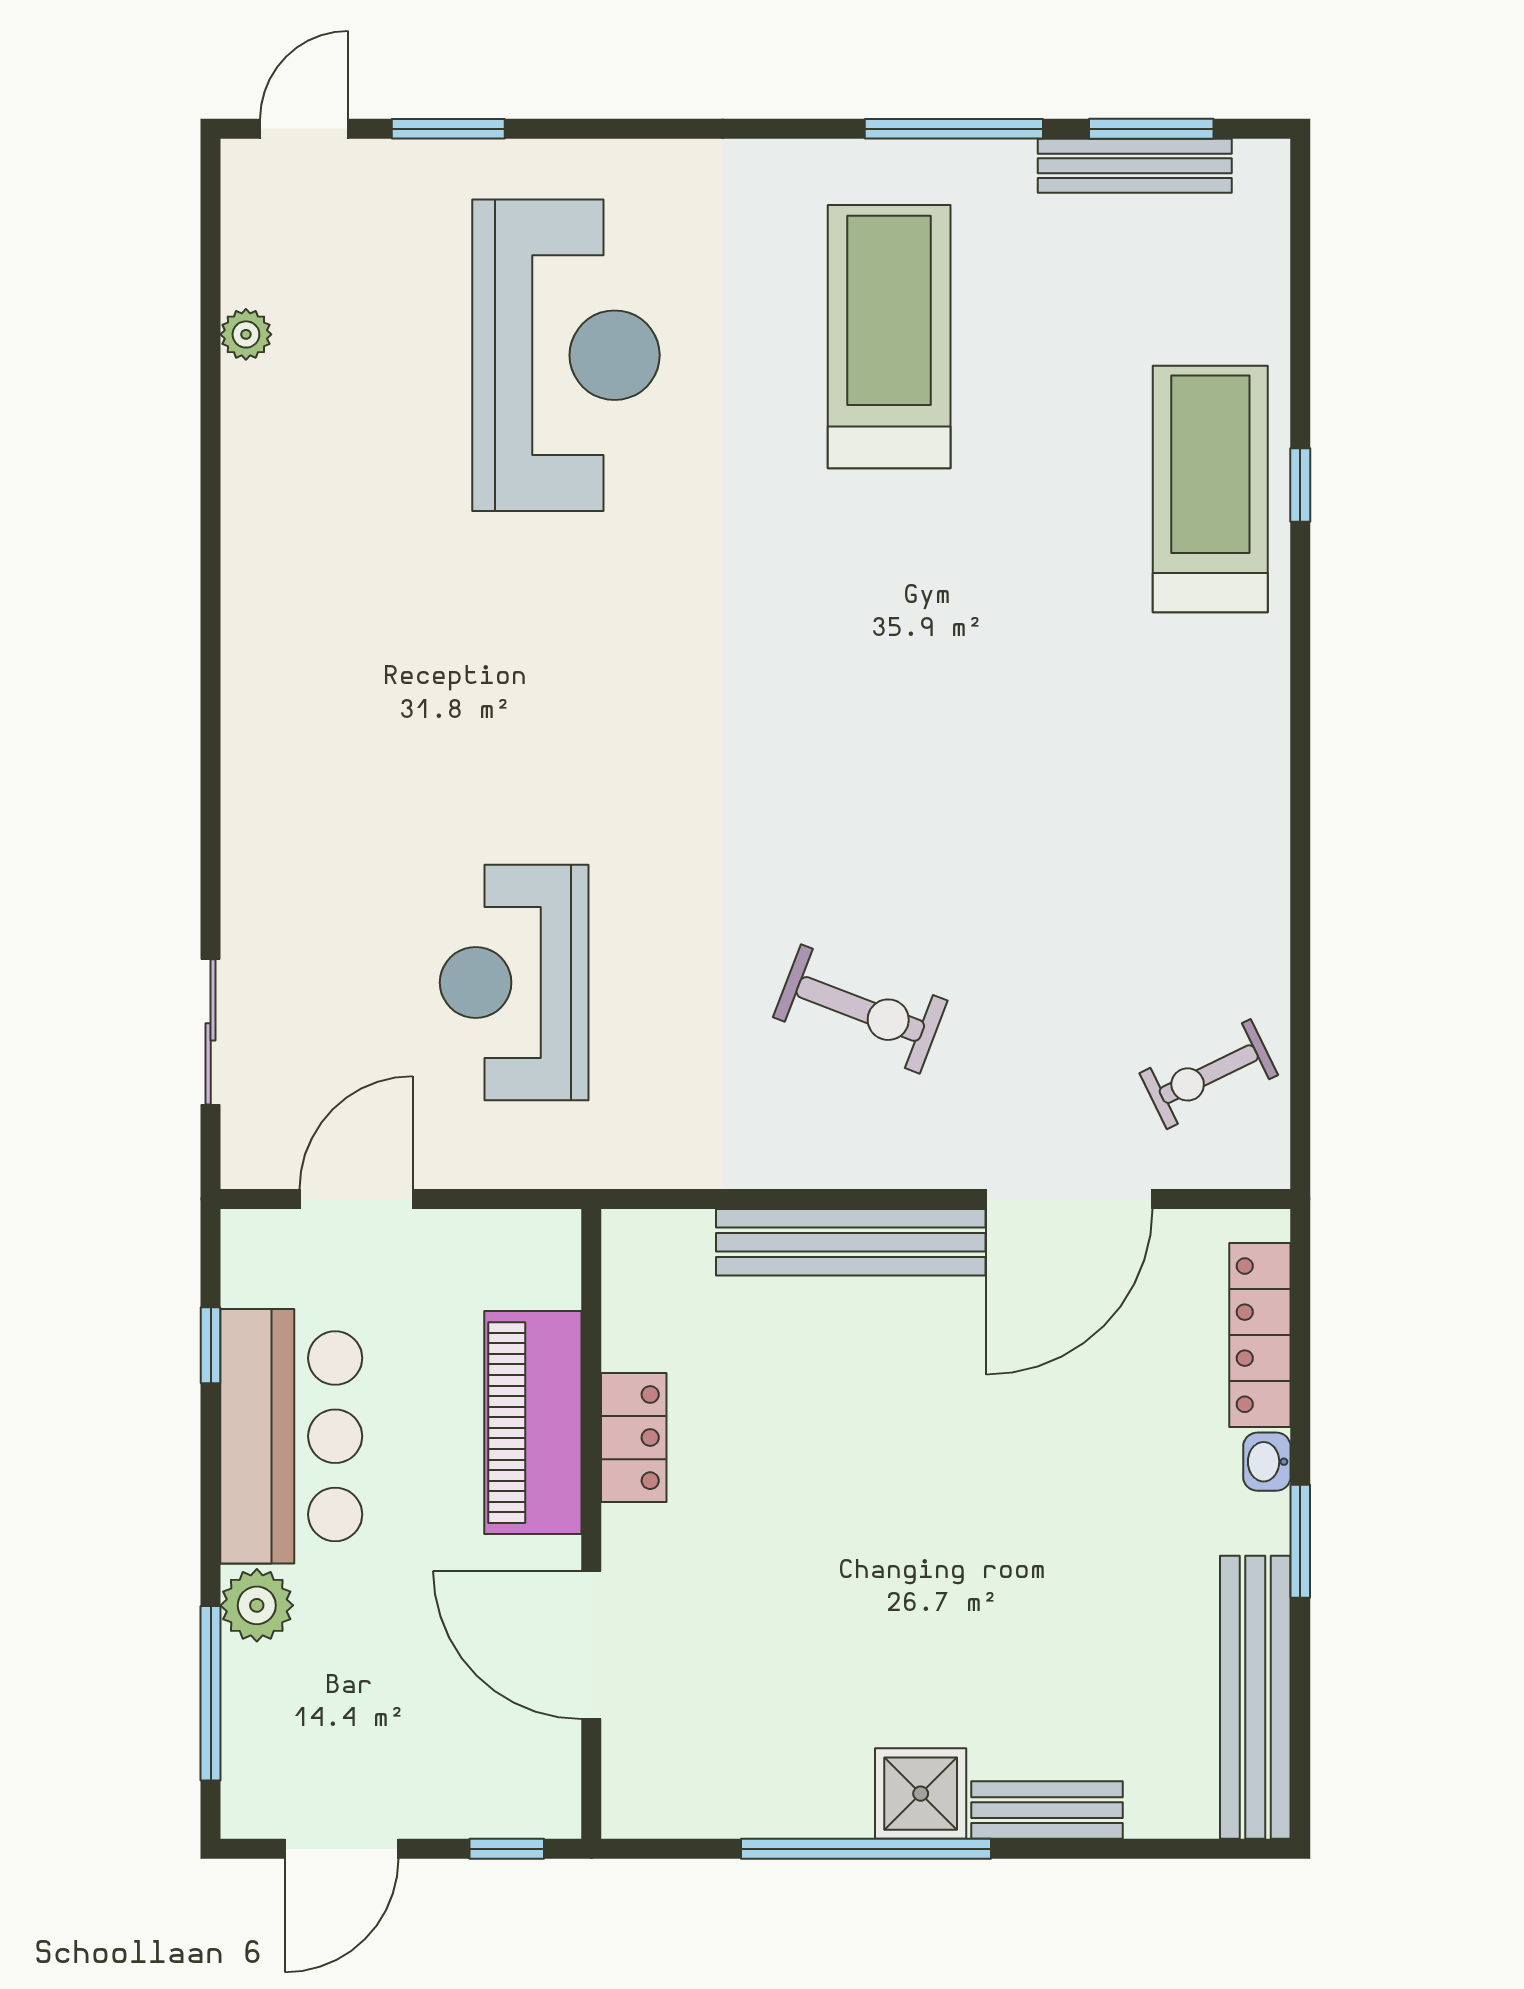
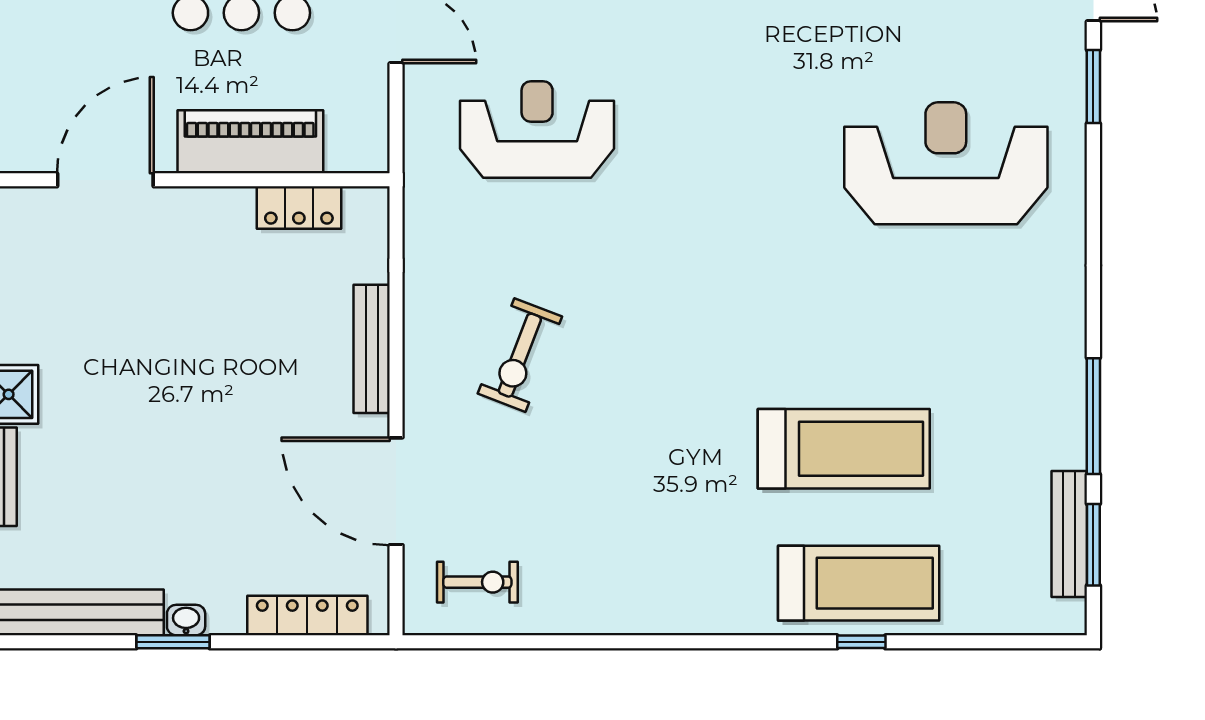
treadmill: (889, 337) -> (844, 449), moved
reception desk: (566, 355) -> (946, 163), turned 180
exercise bike: (1209, 1074) -> (477, 582), turned 116
bench: (851, 1242) -> (372, 349), width x0.73, depth x0.82
locker: (634, 1438) -> (299, 207), moved
washbasin: (1267, 1462) -> (186, 620), moved

